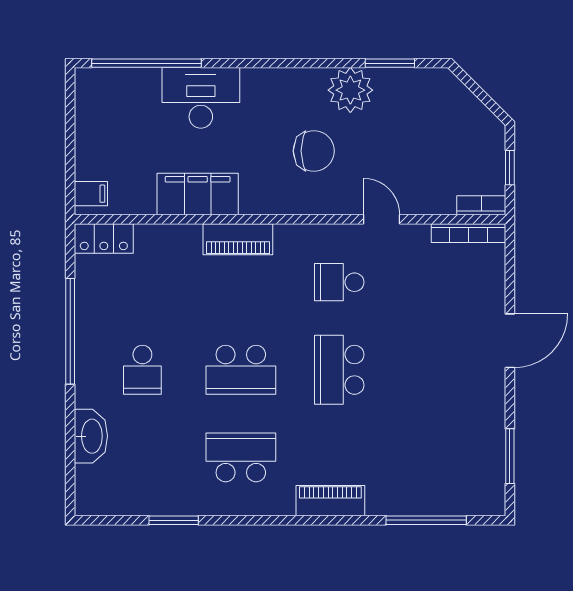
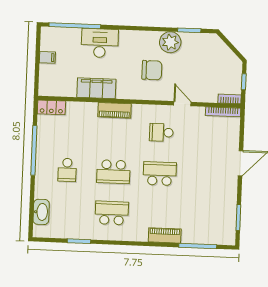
filing cabinet: (91, 194) -> (47, 57), moved
school desk: (339, 370) -> (160, 174), turned 90
washbasin: (91, 436) -> (41, 212), moved
piano: (330, 501) -> (165, 235), moved

